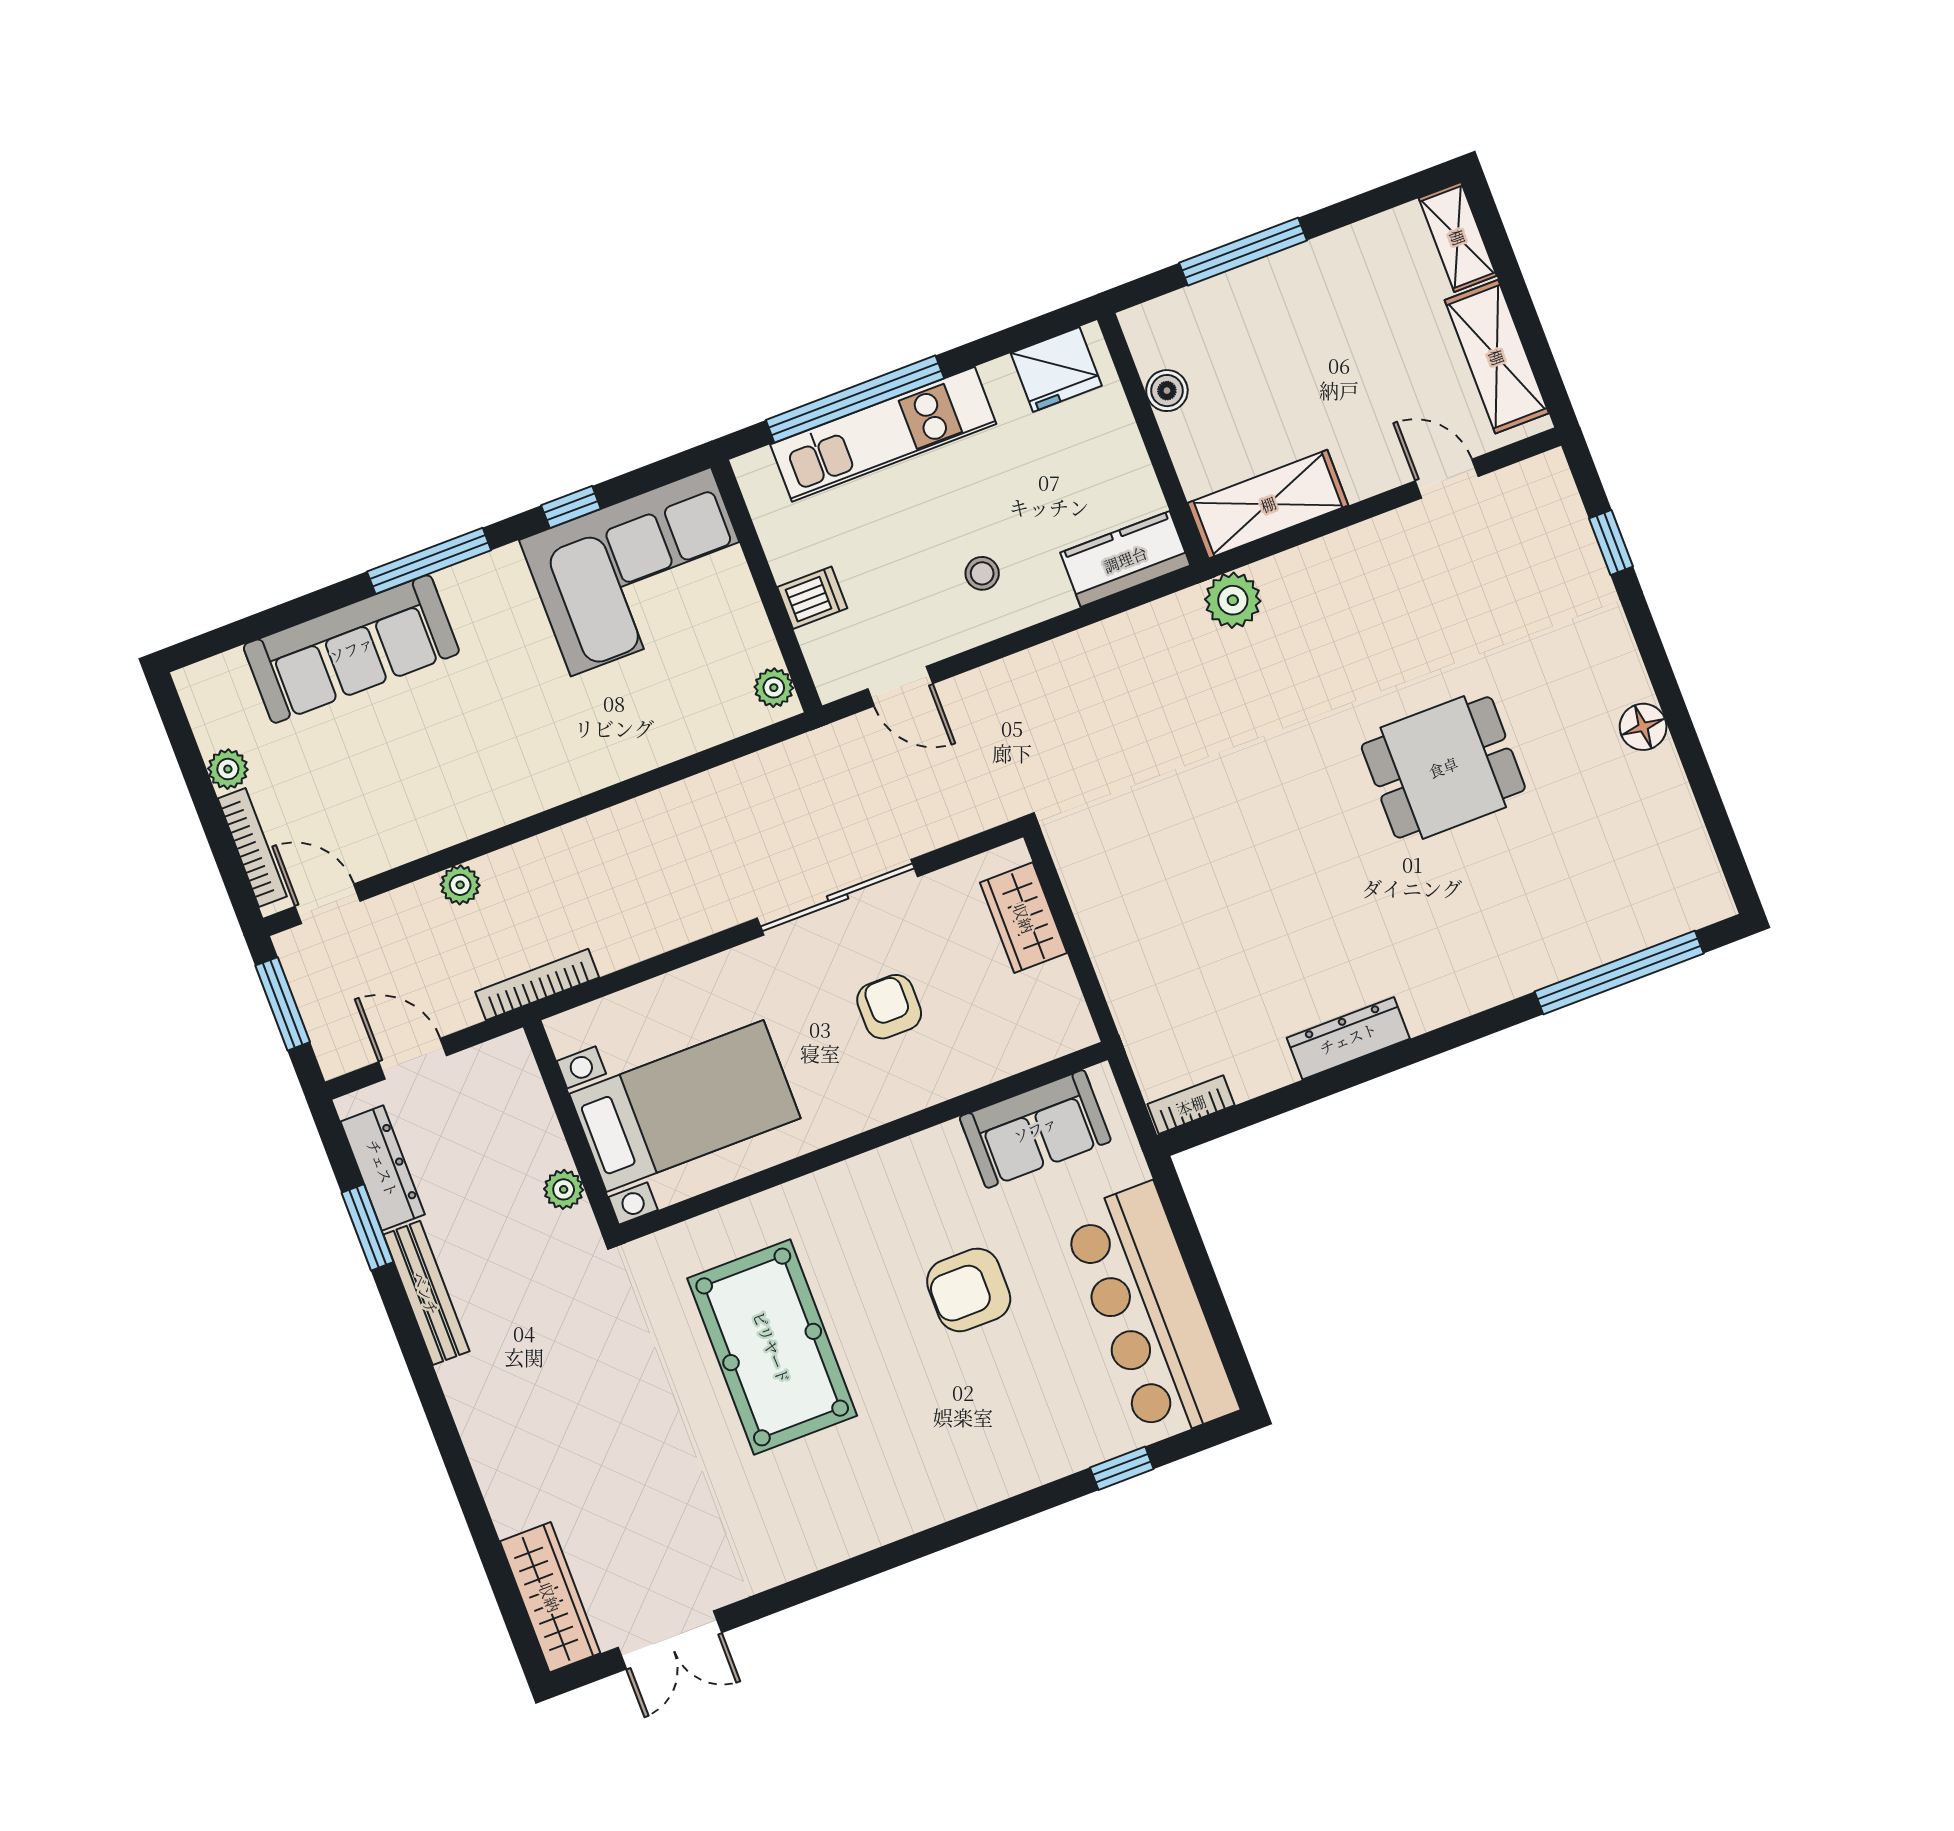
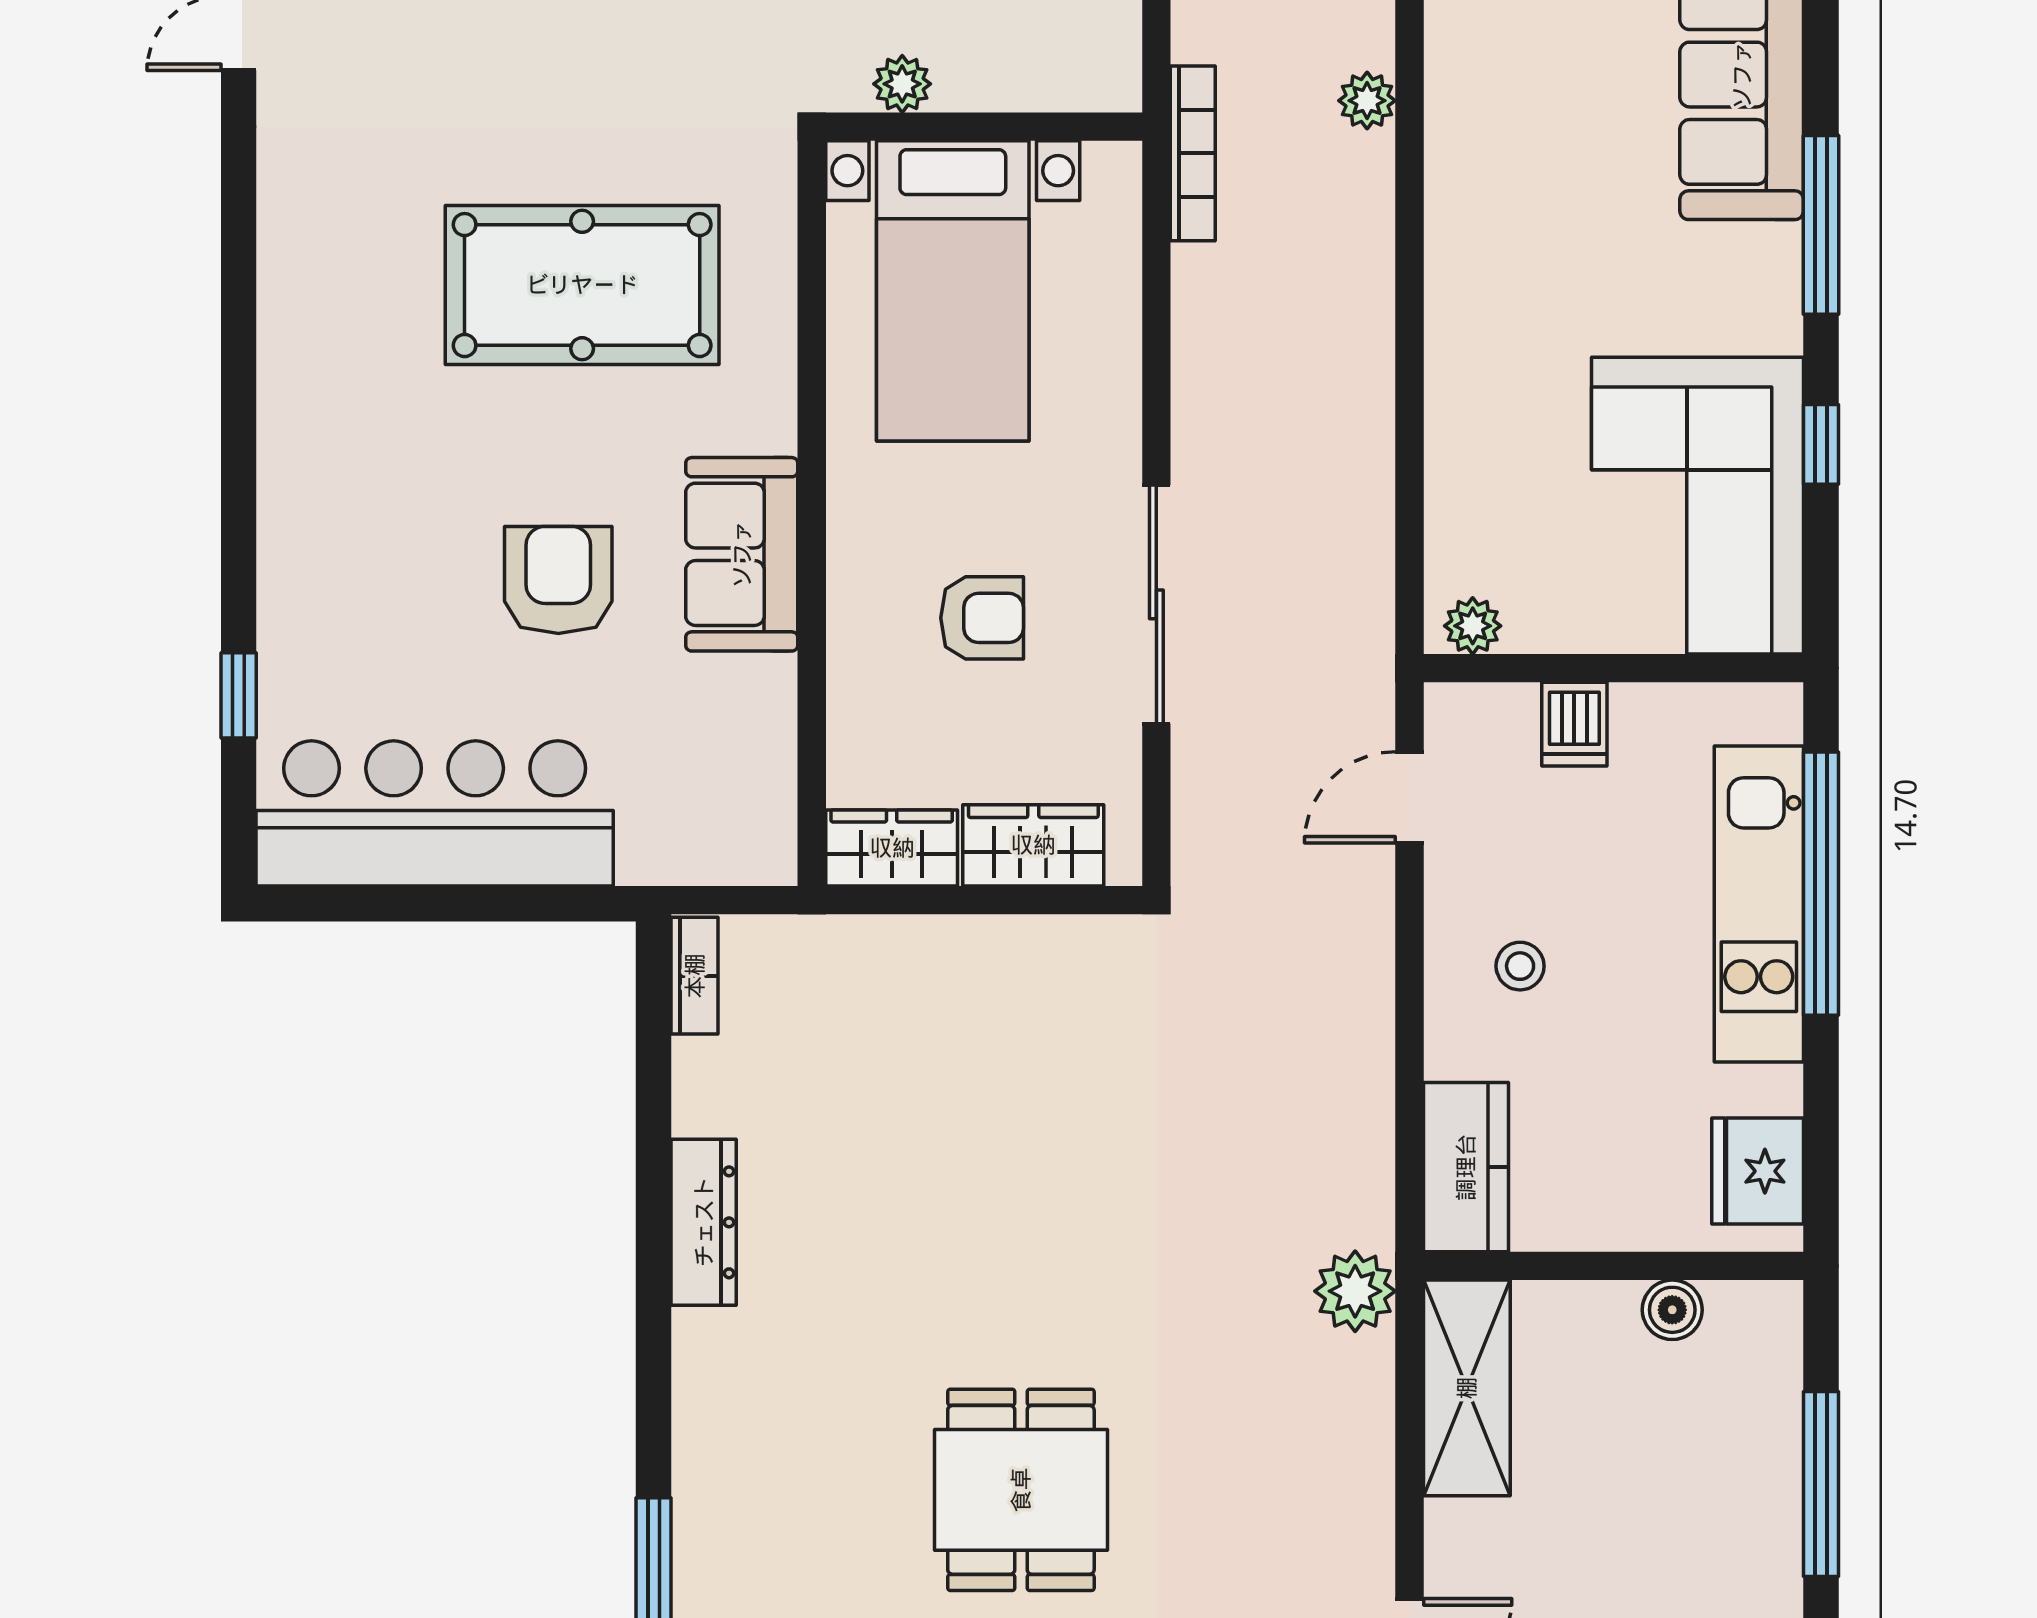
wardrobe: (1060, 1009) -> (892, 848), added
sofa: (1035, 1129) -> (742, 554), moved

